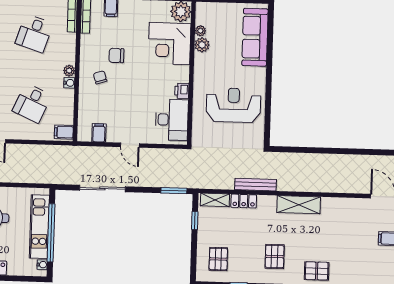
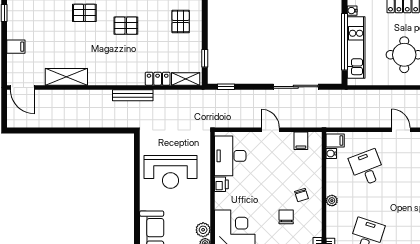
chair: (116, 55) -> (286, 217), turned -90
water cooler: (69, 83) -> (331, 154), moved
desk: (32, 103) -> (367, 168), turned -45
bench: (255, 185) -> (133, 95), moved
window: (174, 191) -> (226, 87), width x0.67
shelving: (299, 205) -> (66, 77), moved
pallet: (275, 257) -> (126, 26), turned 90

